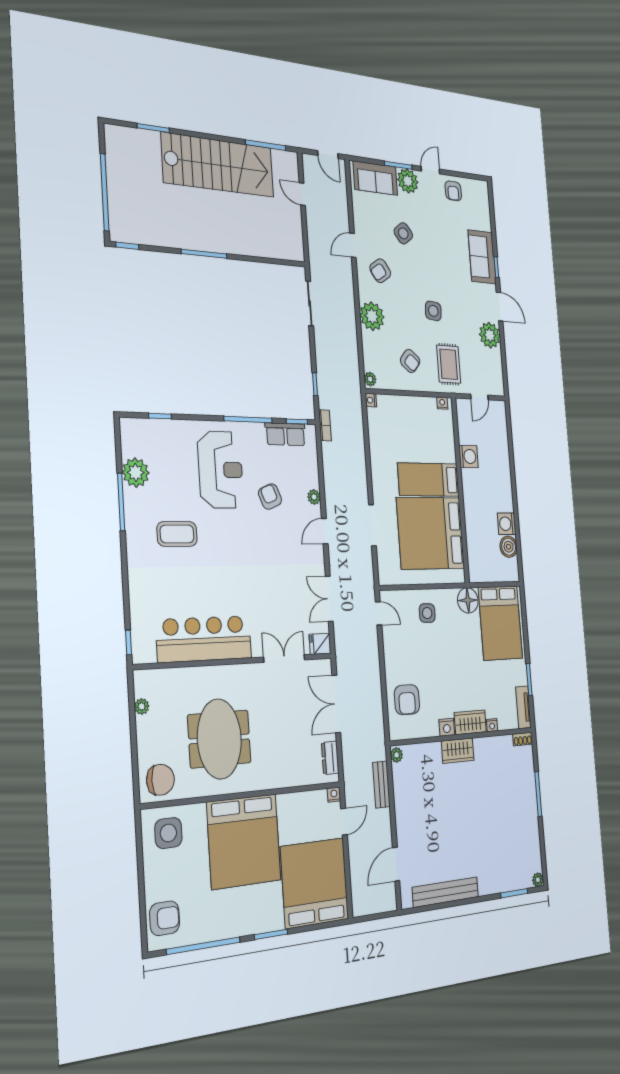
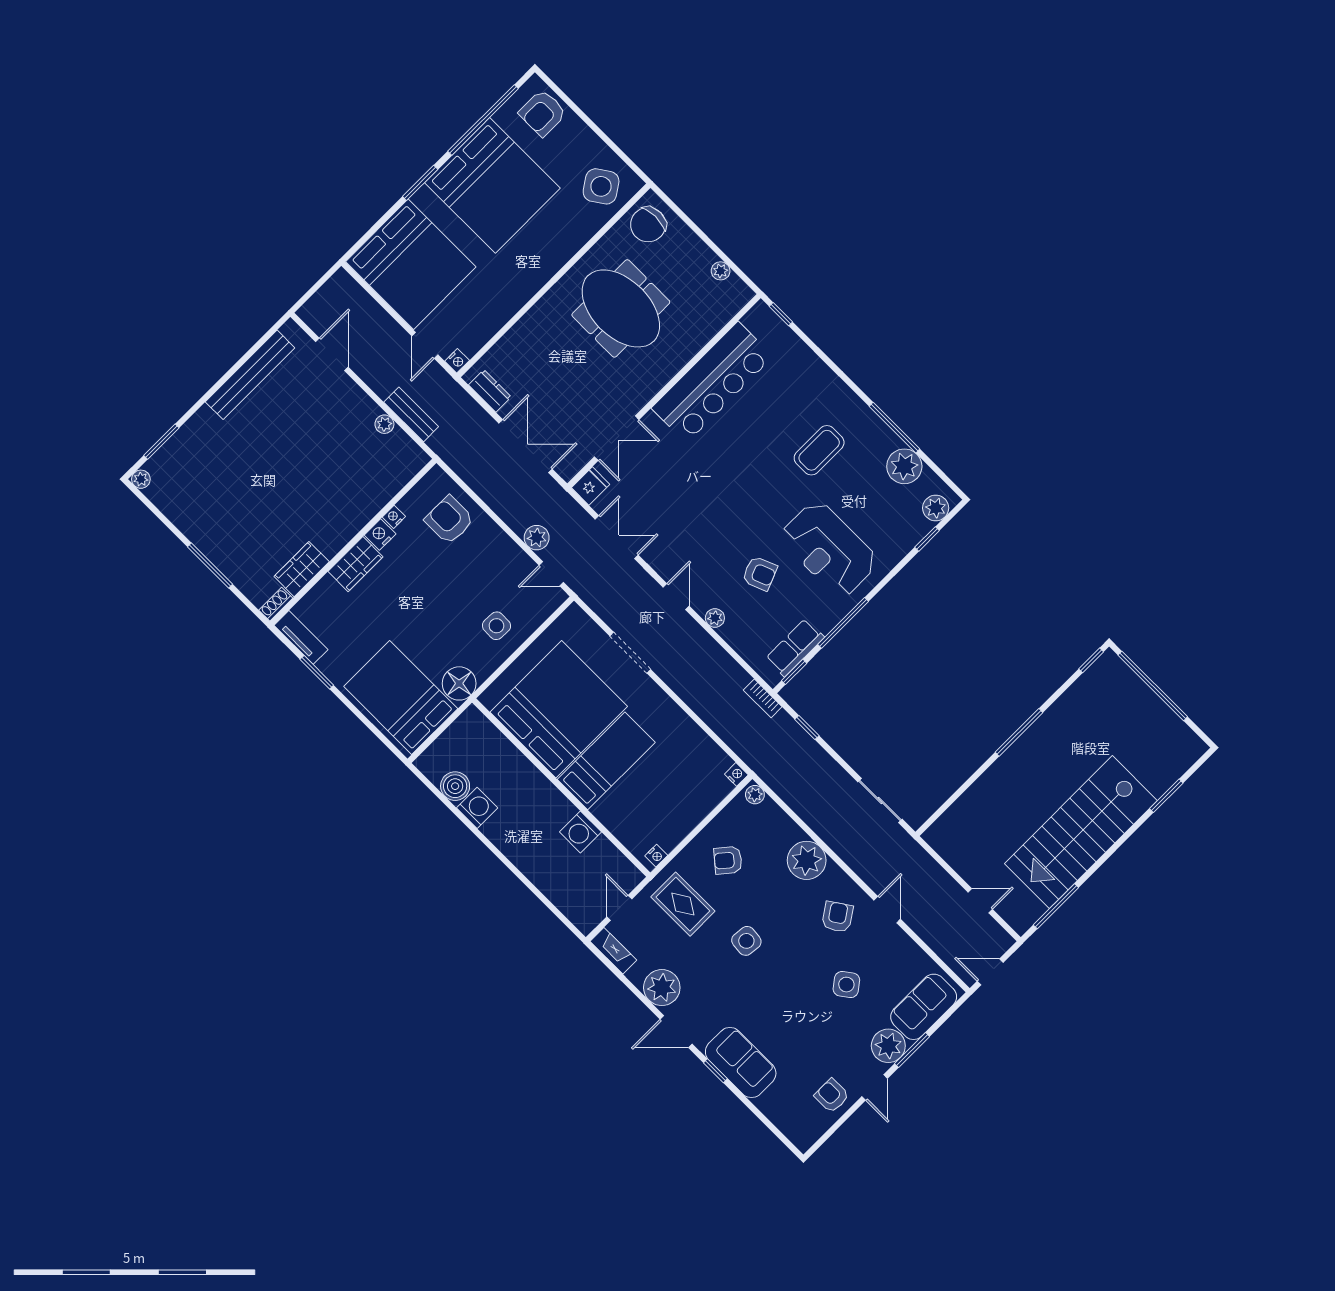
fireplace: (498, 379) -> (613, 951), added
plant: (139, 429) -> (936, 508), added
plant: (371, 643) -> (537, 538), added
nightstand: (492, 725) -> (394, 517), moved
wardrobe: (458, 751) -> (302, 569), moved
plant: (397, 755) -> (384, 424), moved
side table: (168, 833) -> (601, 186), turned -34
bed: (244, 841) -> (492, 185), moved, turned 180

